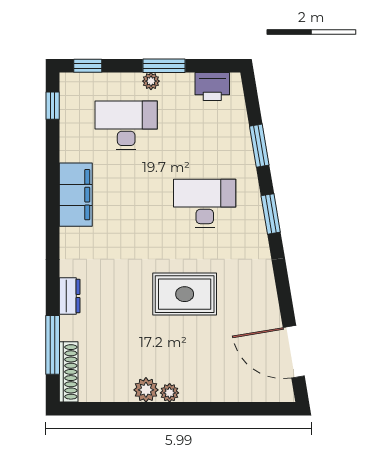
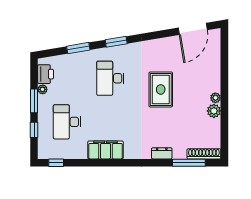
window: (88, 66) -> (34, 130), moved
plant: (151, 81) -> (43, 89), moved

